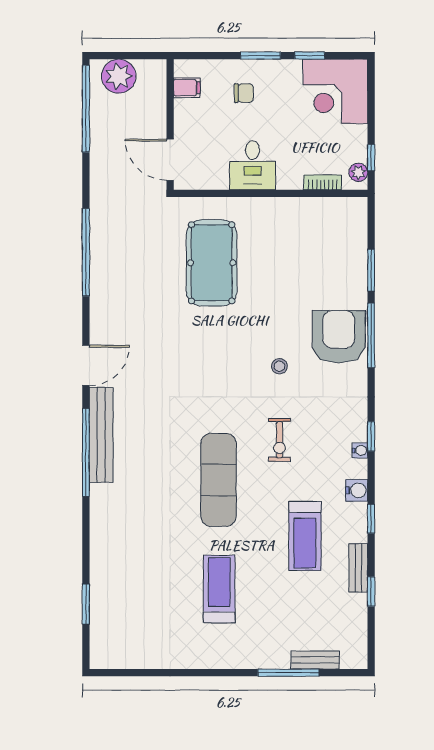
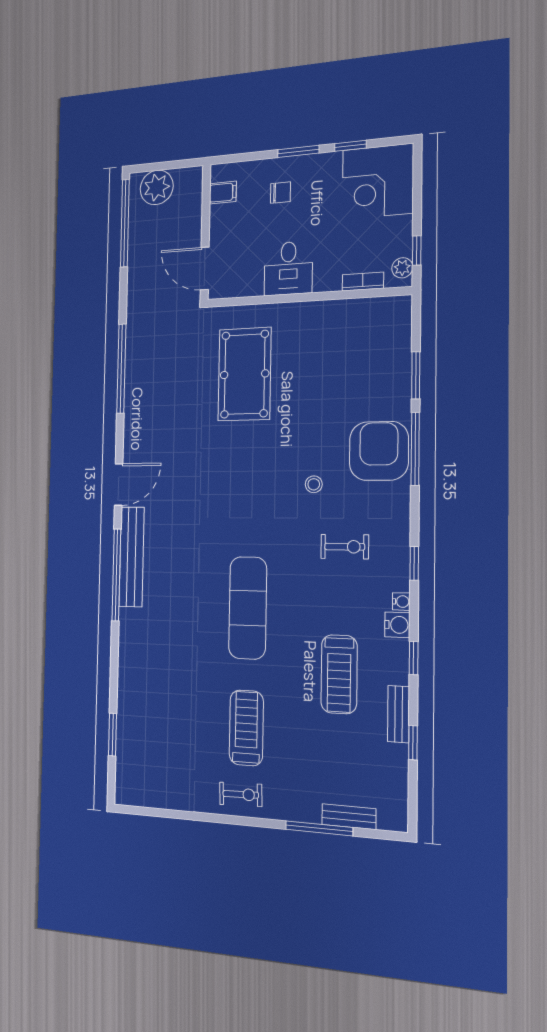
exercise bike: (280, 440) -> (345, 547), moved, turned -90
water cooler: (360, 450) -> (401, 601), moved
exercise bike: (215, 649) -> (241, 794), added

